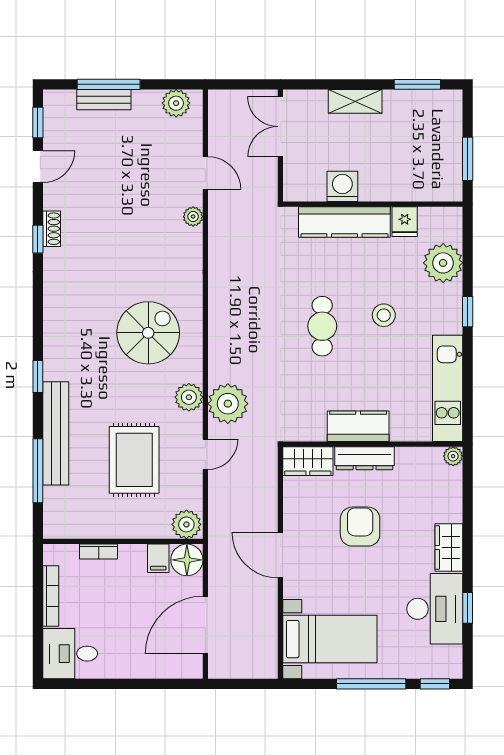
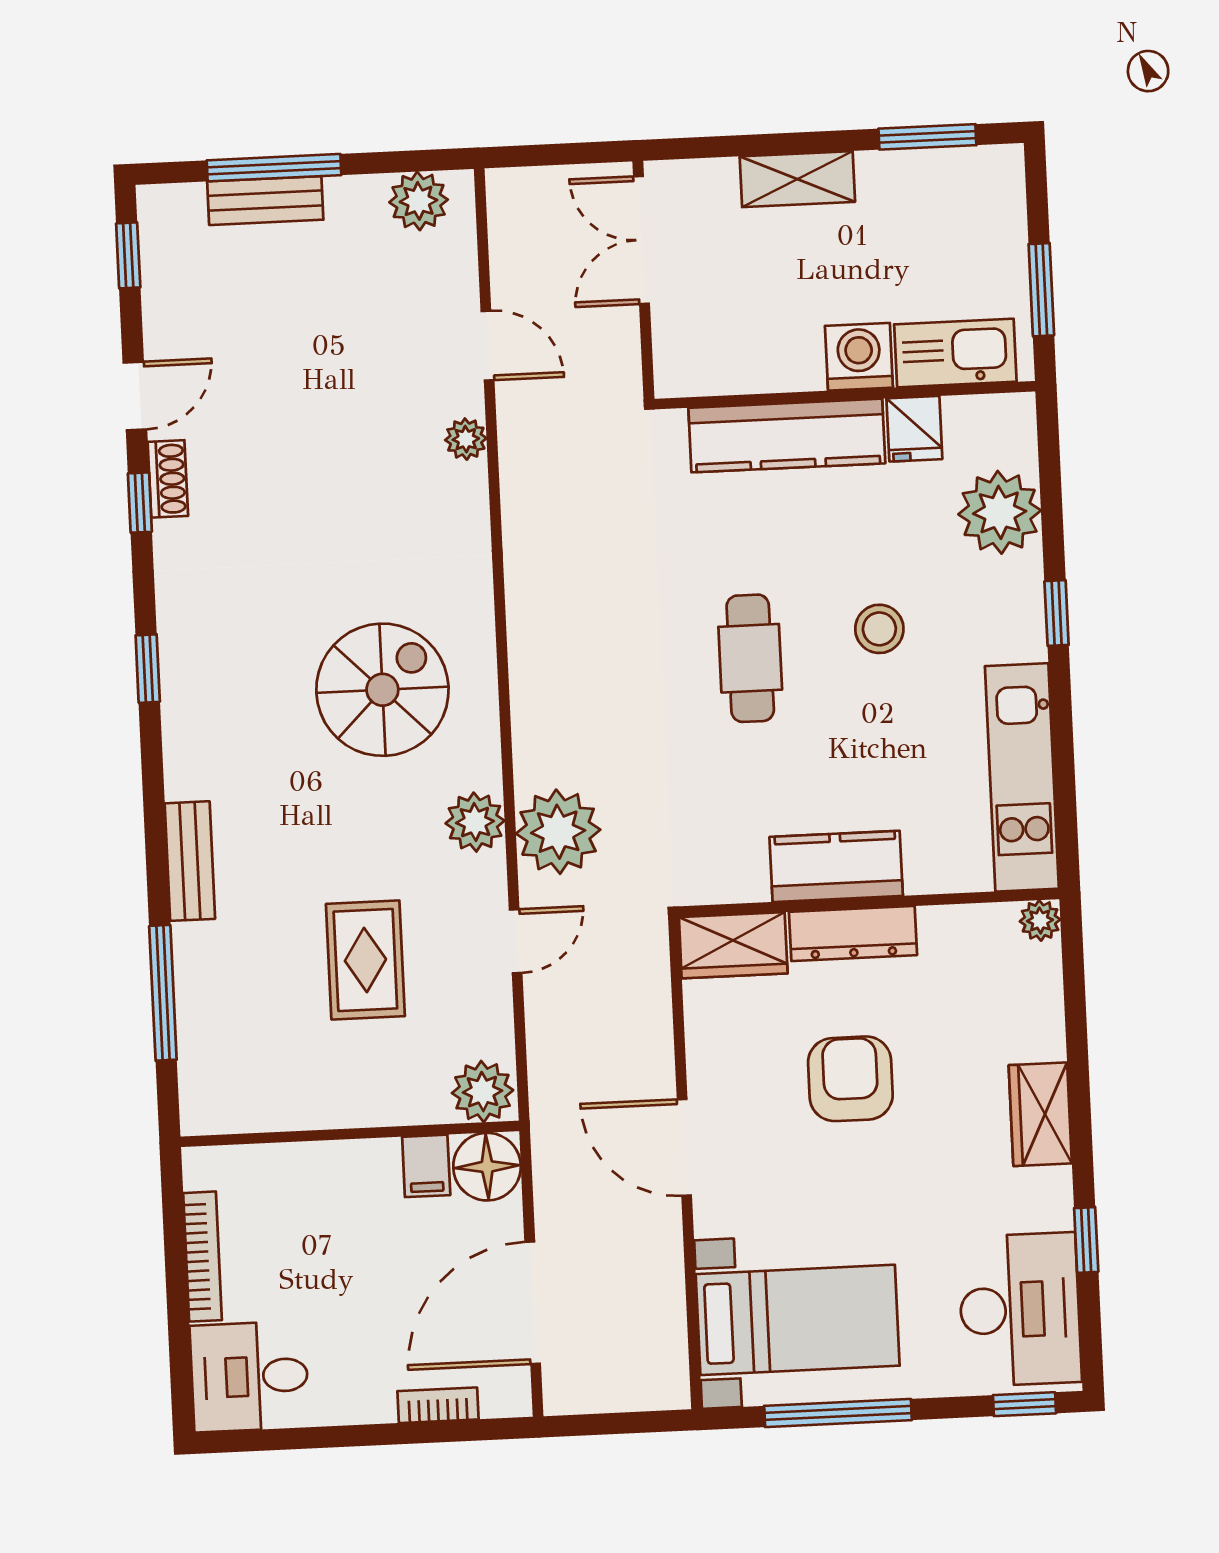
door: (38, 167) -> (135, 396), moved
washing machine: (342, 186) -> (859, 357), moved
kitchen sink: (426, 187) -> (955, 353), added
window: (38, 377) -> (148, 669), moved
bench: (56, 433) -> (190, 861), width x0.54, depth x0.82
rug: (134, 460) -> (365, 960), width x0.73, depth x0.70
bookcase: (99, 552) -> (438, 1405), moved, turned 180
desk: (435, 609) -> (1020, 1310), moved
window: (371, 684) -> (838, 1413), moved

